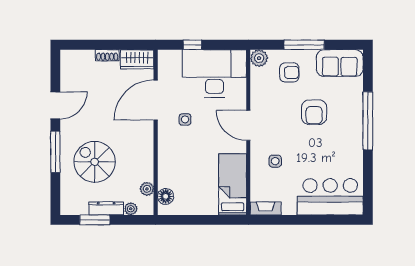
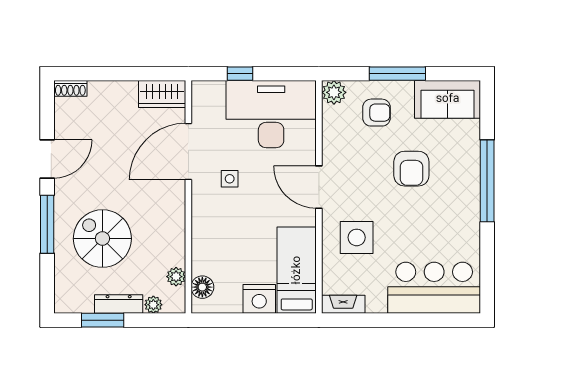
shoe rack: (107, 55) -> (70, 88), moved
side table: (275, 161) -> (357, 237), width x1.87, depth x1.87
nightstand: (206, 205) -> (259, 299), added

